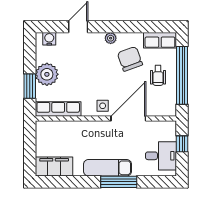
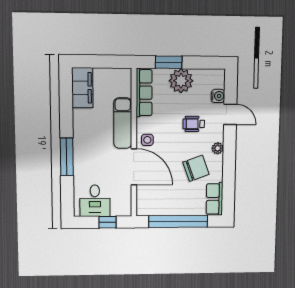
water cooler: (49, 39) -> (218, 96), moved
wheelchair: (158, 76) -> (194, 124), moved
exam couch: (108, 168) -> (123, 123), moved, turned 180

